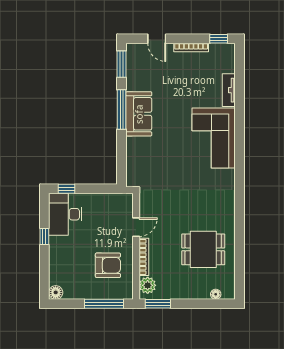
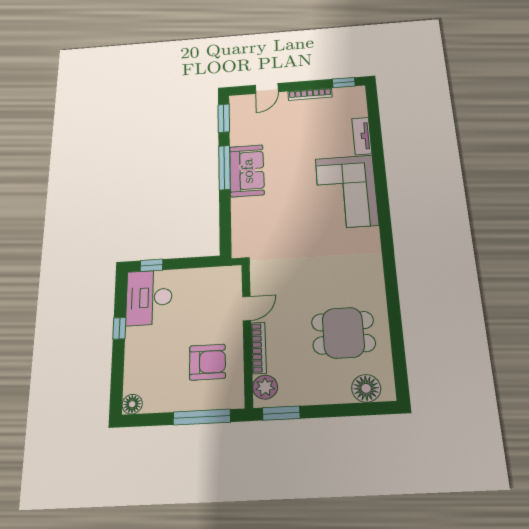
door: (157, 39) -> (267, 89), hinge flipped
floor lamp: (216, 294) -> (366, 388), width x1.89, depth x1.89

